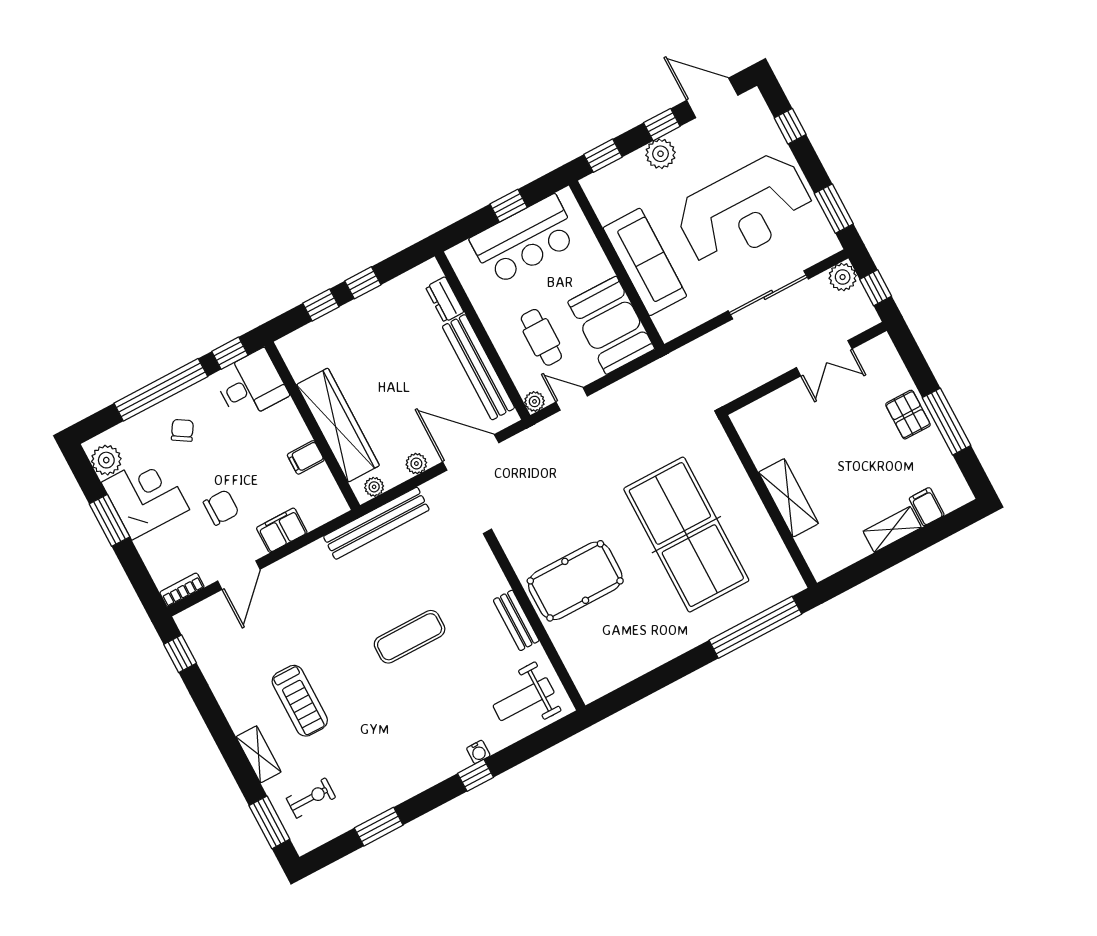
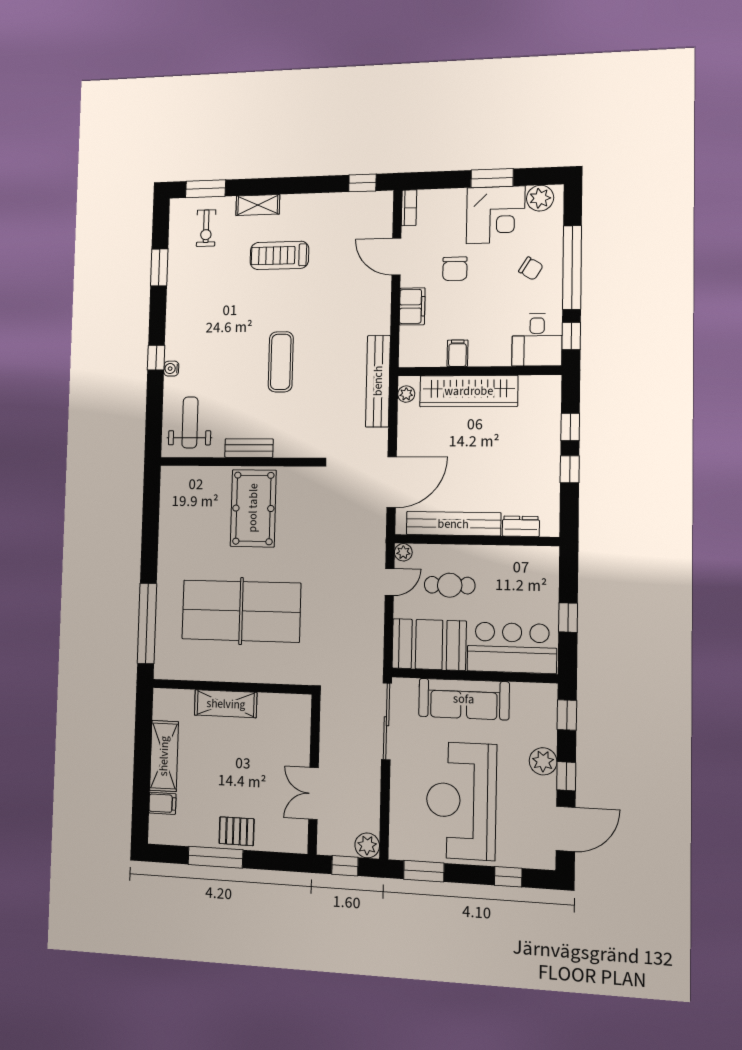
bar counter: (524, 240) -> (512, 648), moved, turned 90
sliding door: (768, 295) -> (387, 721), moved
plant: (416, 464) -> (406, 436), removed
shelving: (892, 529) -> (164, 756), width x1.50, depth x1.33

